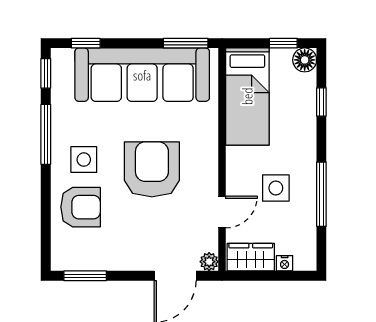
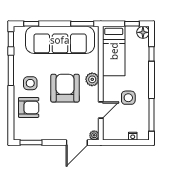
plant: (205, 152) -> (92, 79), added
window: (321, 194) -> (152, 115), moved
wardrobe: (251, 257) -> (115, 133), removed

